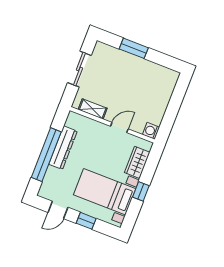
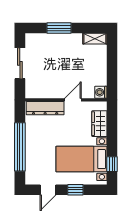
shelving: (93, 109) -> (95, 39), moved
dresser: (63, 148) -> (45, 108), moved, turned 90
window: (141, 191) -> (112, 164), moved

